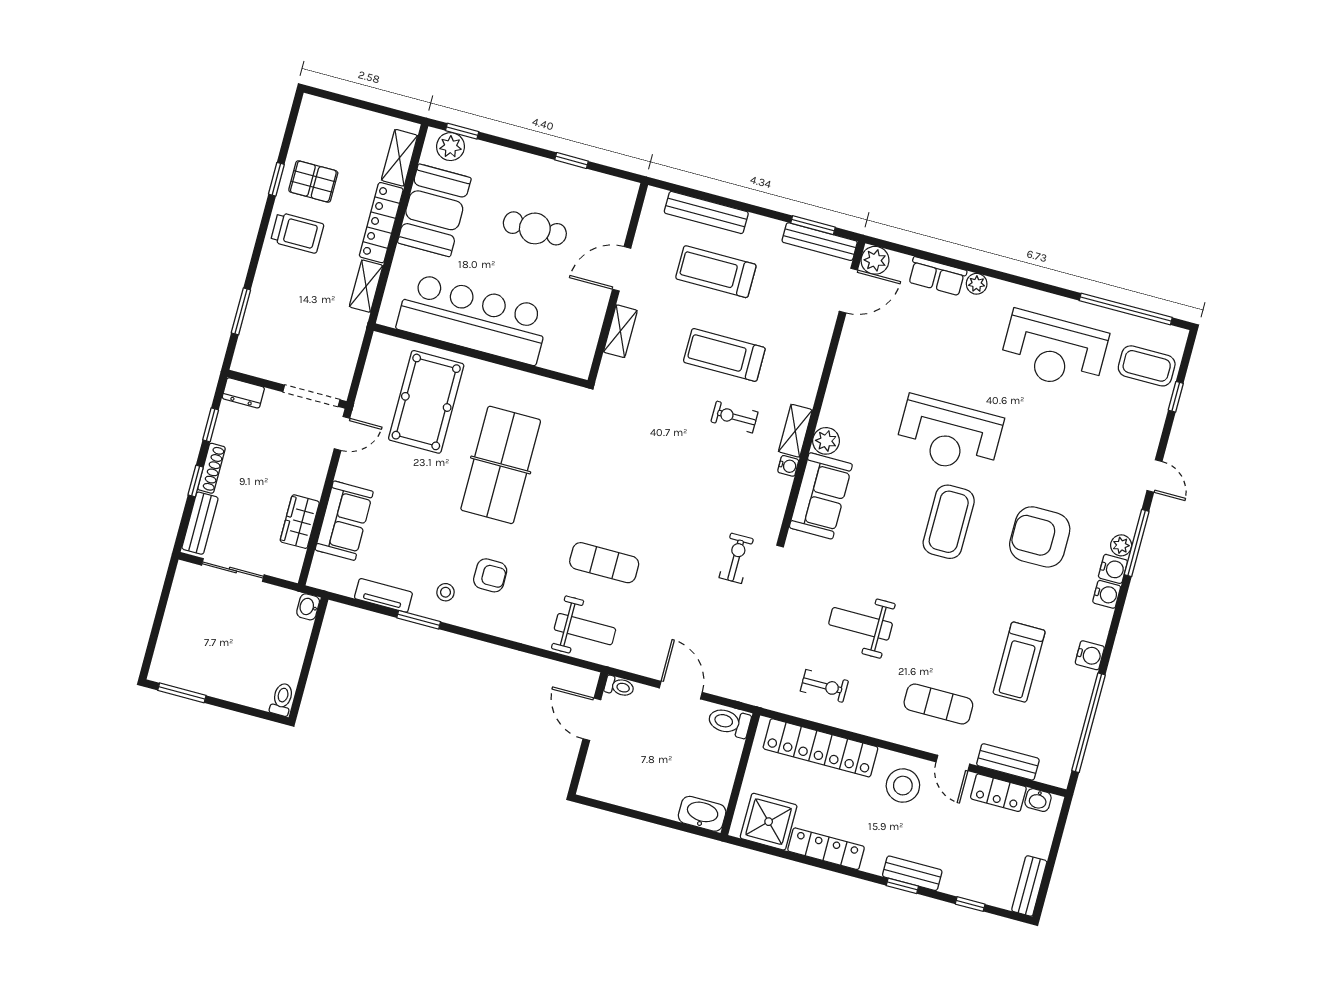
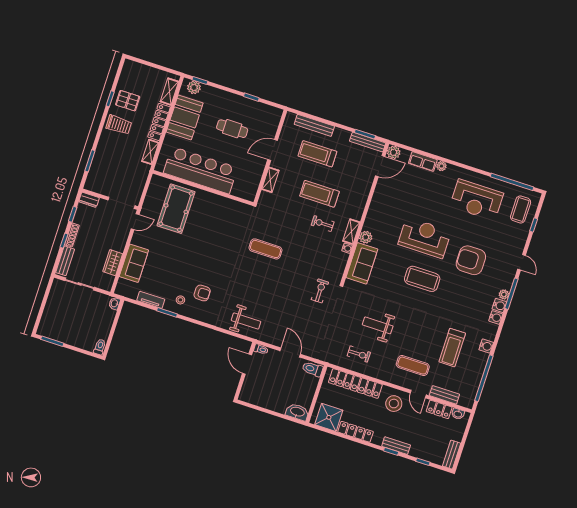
coffee table: (1147, 366) -> (521, 209), turned 90
reception desk: (949, 435) -> (425, 238), turned 180
table tennis table: (501, 465) -> (210, 241), removed
coffee table: (949, 522) -> (422, 279), turned 90
armchair: (1040, 537) -> (471, 260), moved
exercise mat: (604, 563) -> (266, 249), moved

